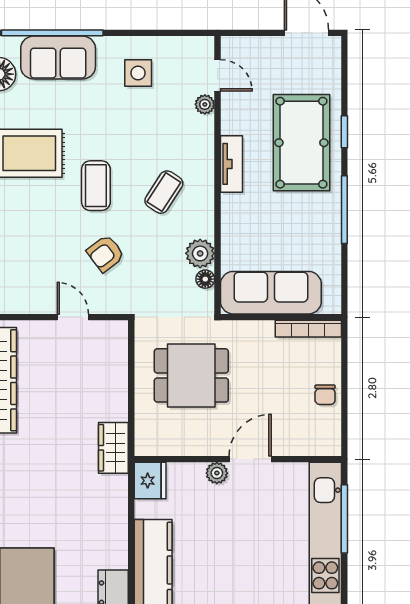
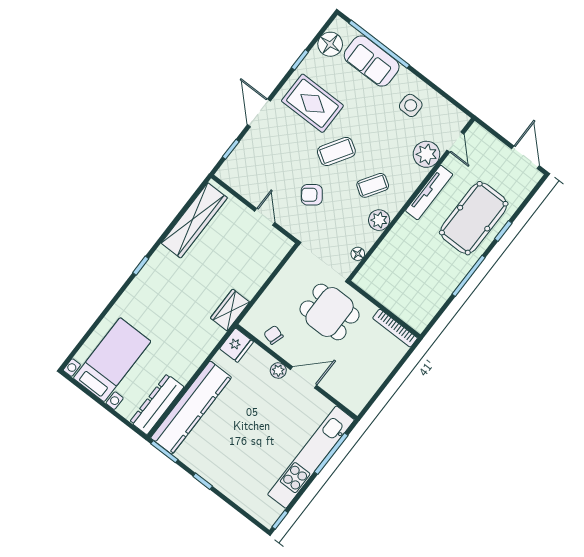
plant: (205, 104) -> (426, 154), width x1.88, depth x1.88
tv unit: (231, 164) -> (429, 193), width x1.41
coffee table: (96, 186) -> (336, 151), turned 32
plant: (200, 253) -> (379, 220), moved
sofa: (271, 293) -> (389, 291), removed
dining table: (191, 375) -> (330, 312), moved
chair: (325, 395) -> (273, 335), moved, turned 107

